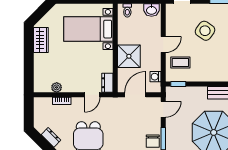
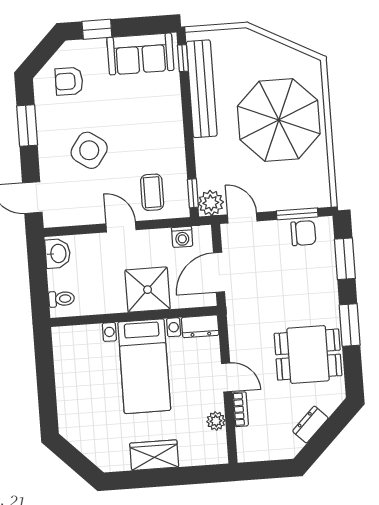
bed with nightstands: (88, 29) -> (144, 366), moved
wardrobe: (41, 40) -> (154, 455), moved
plant: (172, 93) -> (211, 203), added
door: (92, 95) -> (227, 377), moved
door: (135, 95) -> (219, 272), hinge flipped

